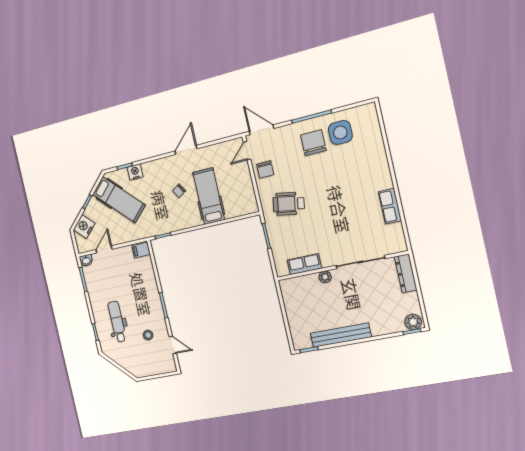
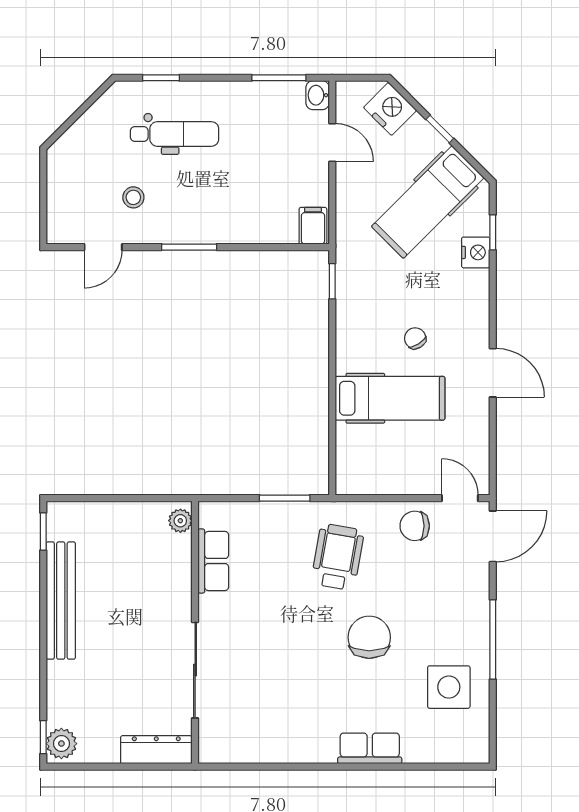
chair: (313, 143) -> (369, 637), moved, turned -90
row of seats: (390, 206) -> (370, 748), moved
plant: (325, 277) -> (180, 521), moved

